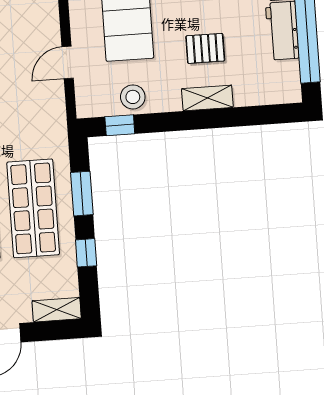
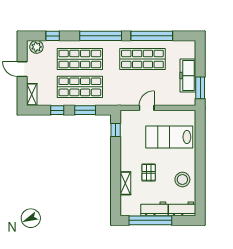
door: (68, 63) -> (147, 108), hinge flipped
stool: (133, 97) -> (128, 137), removed
shelving: (207, 98) -> (125, 183), moved

